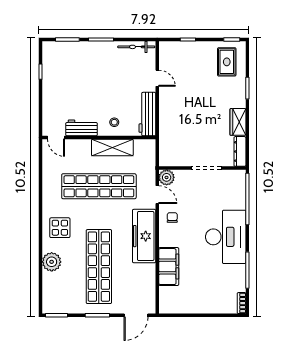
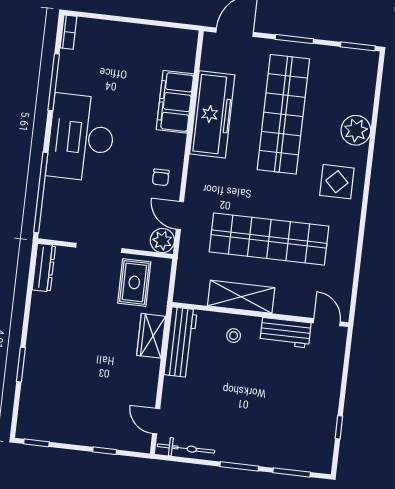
rug: (227, 62) -> (134, 282), moved
door: (157, 78) -> (156, 421), moved
wardrobe: (238, 122) -> (151, 336), moved, turned 180
freezer: (144, 236) -> (212, 114), moved

